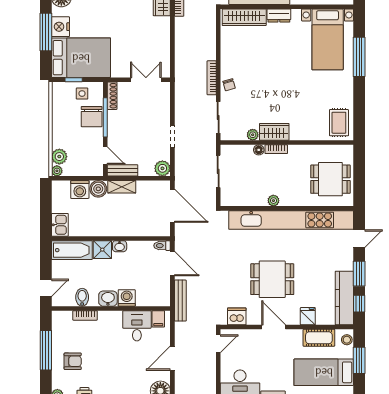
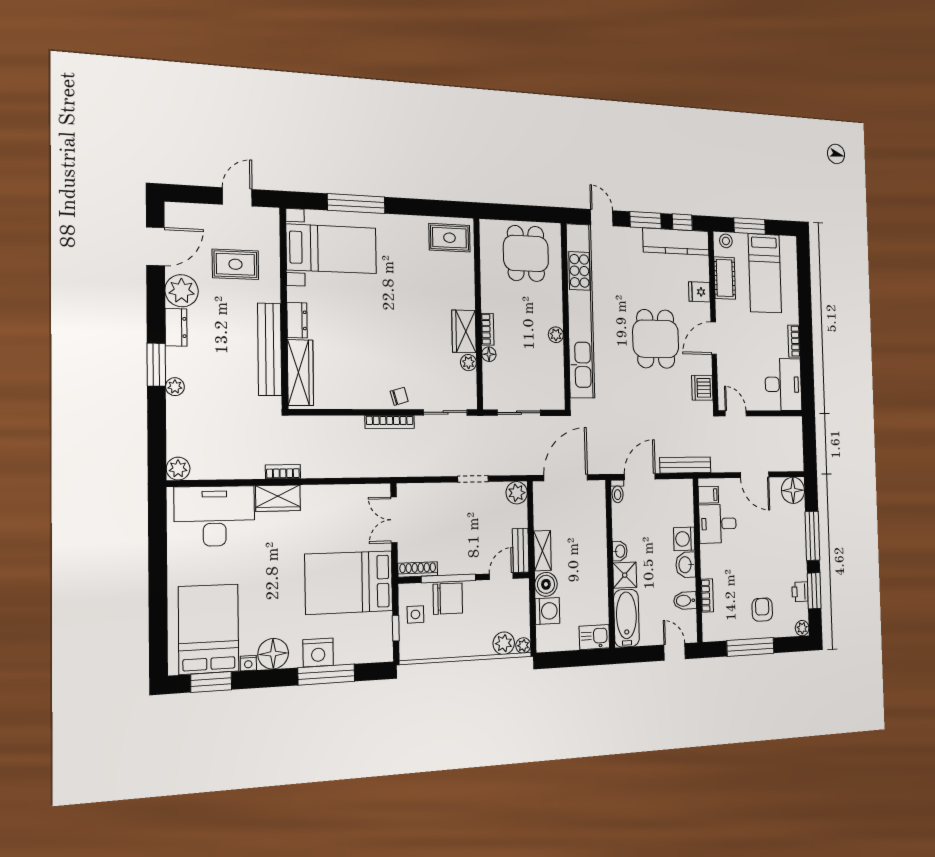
bed: (81, 58) -> (349, 583), moved, turned -90

